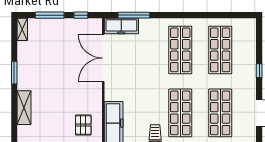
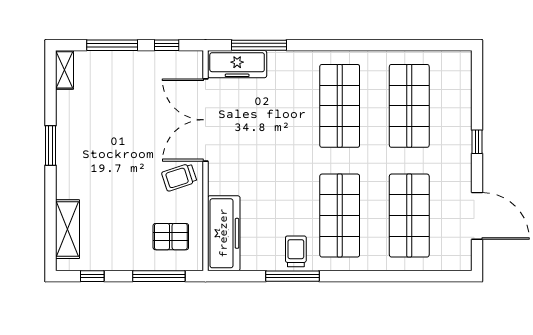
trolley: (88, 91) -> (179, 177), added
shelving: (24, 108) -> (68, 229), moved
pallet: (83, 125) -> (171, 237), turned 90

